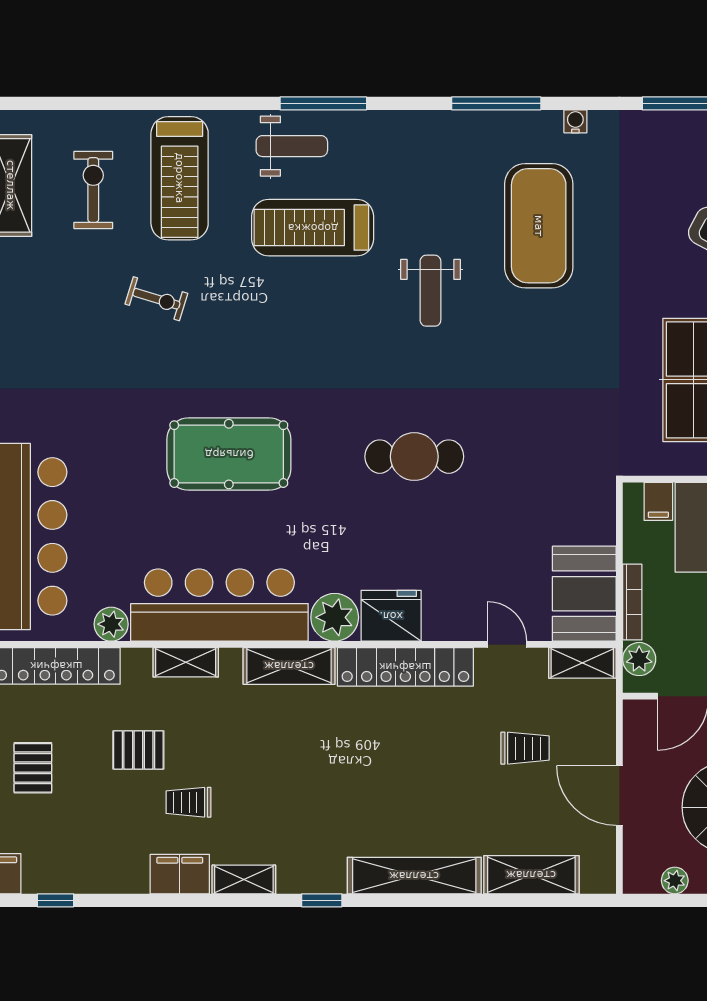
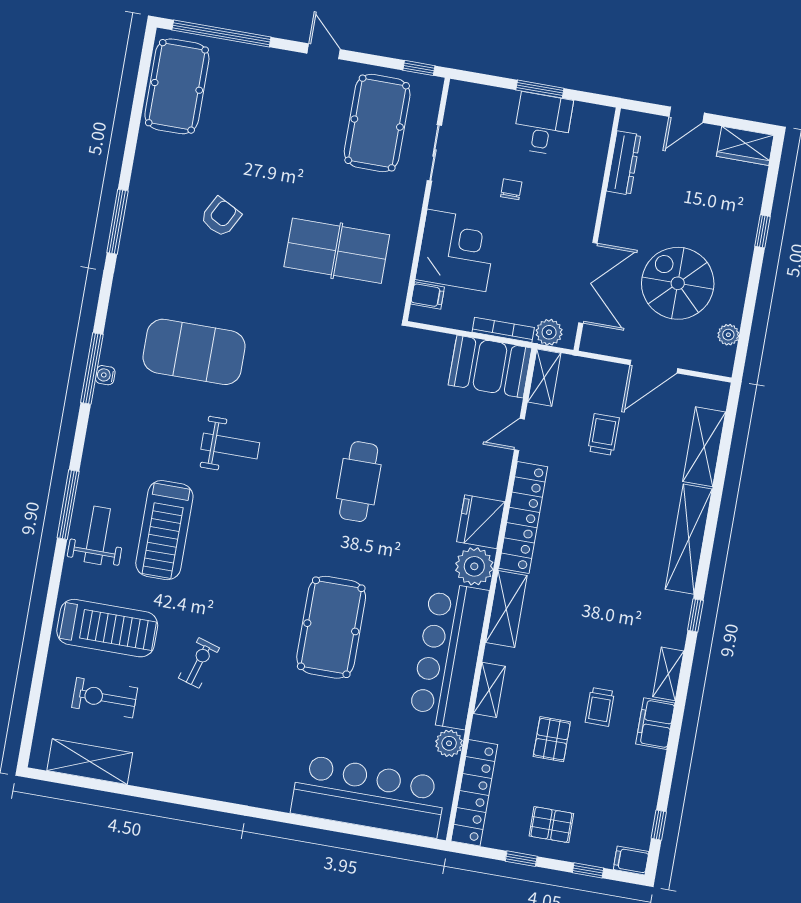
water cooler: (575, 121) -> (105, 375), moved

